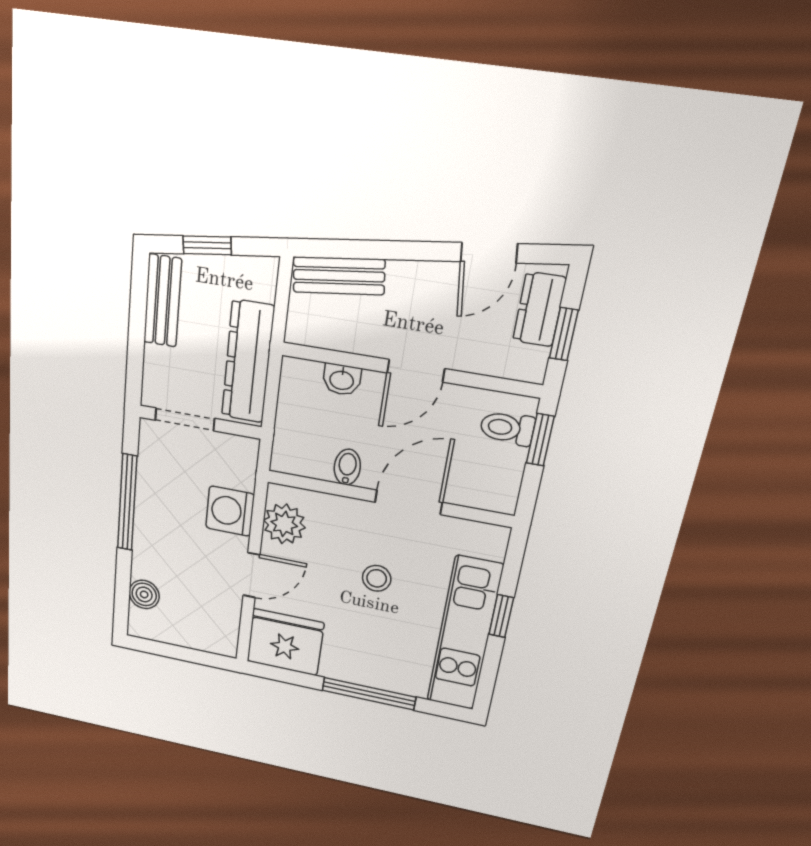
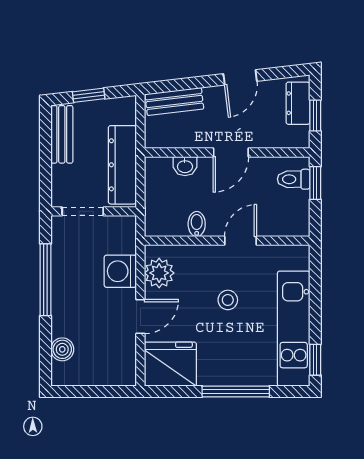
door: (489, 253) -> (240, 77), moved
door: (409, 502) -> (240, 241), width x0.73
window: (501, 616) -> (315, 360), moved

